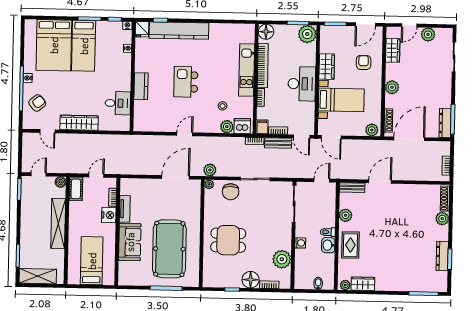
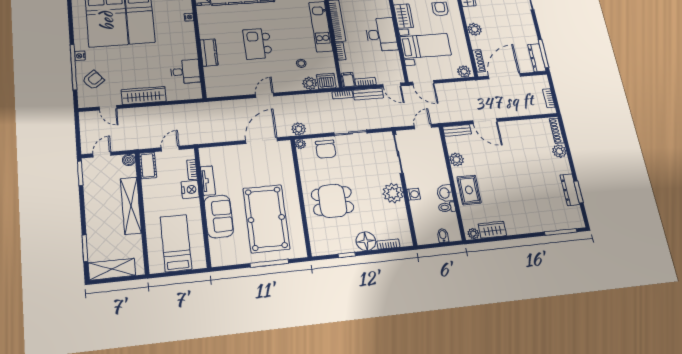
door: (380, 182) -> (485, 121), swing flipped
toilet: (328, 232) -> (447, 207), moved
plant: (282, 259) -> (393, 193), moved

